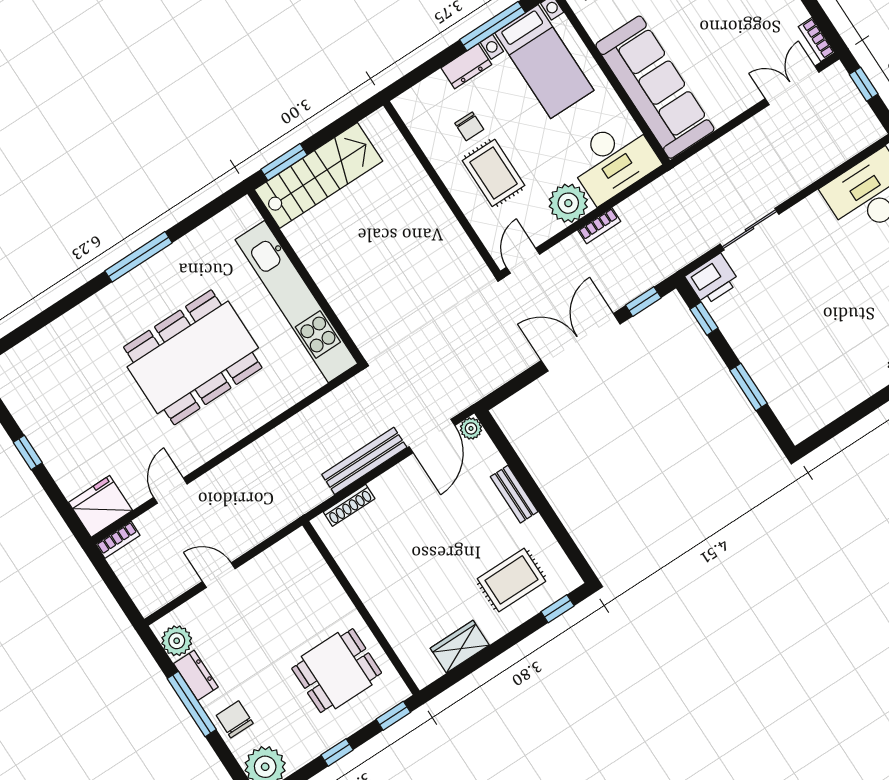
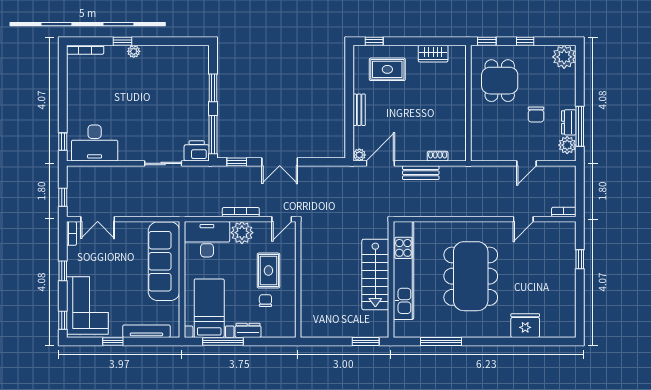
stairs: (318, 175) -> (375, 274), moved, turned -90
bookcase: (599, 226) -> (241, 212), width x1.56
window: (139, 257) -> (441, 341), moved
window: (704, 319) -> (213, 135), width x2.17
double door: (581, 342) -> (280, 162), width x0.73
dining table: (193, 357) -> (471, 276), turned 90
window: (28, 453) -> (580, 259), moved
bench: (364, 461) -> (421, 173), width x0.73
shoe rack: (349, 505) -> (438, 156), width x0.70
fridge: (100, 506) -> (525, 326), moved, turned 180
door: (219, 575) -> (526, 163), hinge flipped
dining table: (337, 671) -> (500, 81), turned 90
window: (192, 704) -> (580, 126), moved
chair: (235, 719) -> (536, 115), moved

